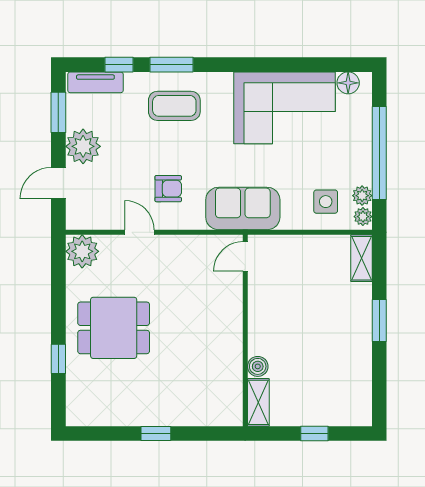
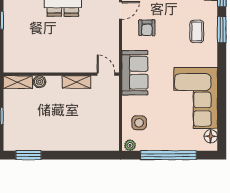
coffee table: (174, 106) -> (197, 31), width x0.73, depth x0.77
plant: (362, 196) -> (143, 145), removed
shelving: (362, 258) -> (77, 82), moved
window: (379, 320) -> (28, 155), moved

